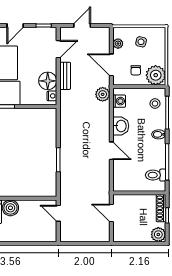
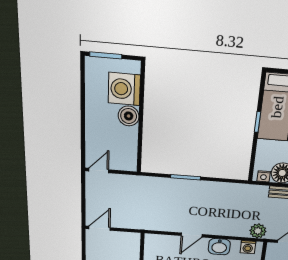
door: (58, 213) -> (99, 170), moved
door: (111, 213) -> (99, 228), moved

